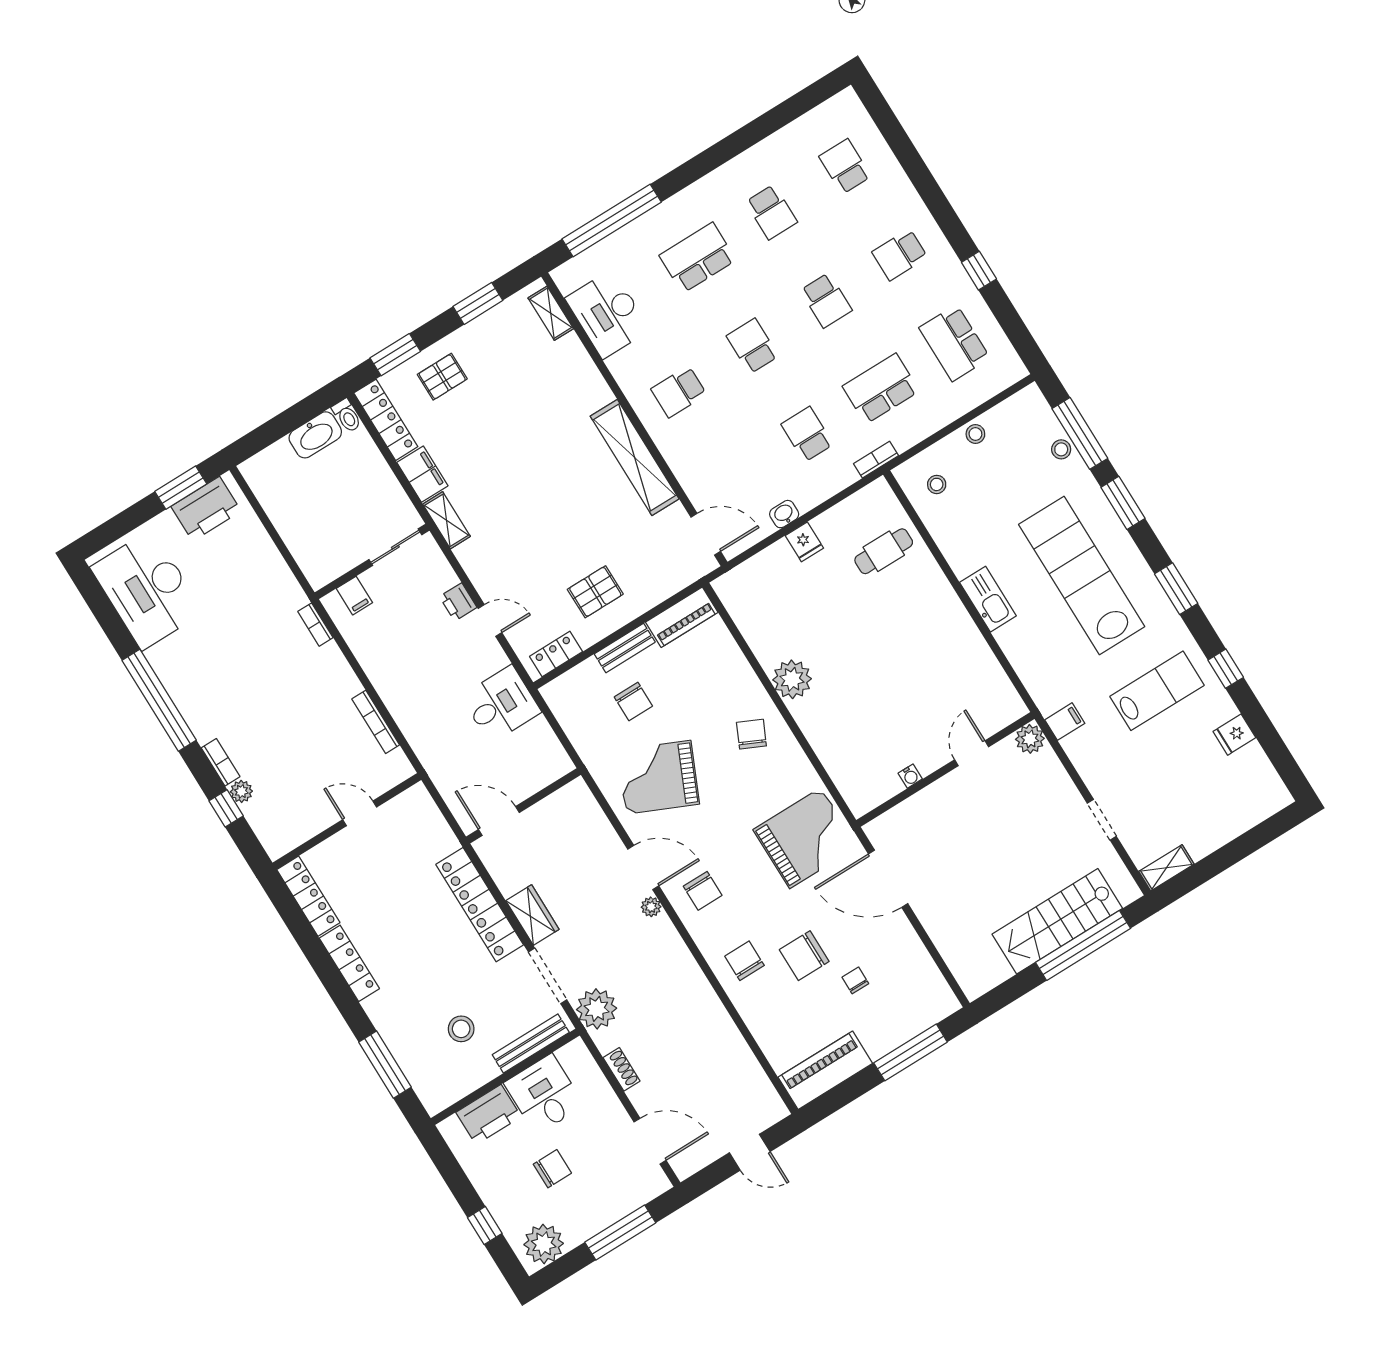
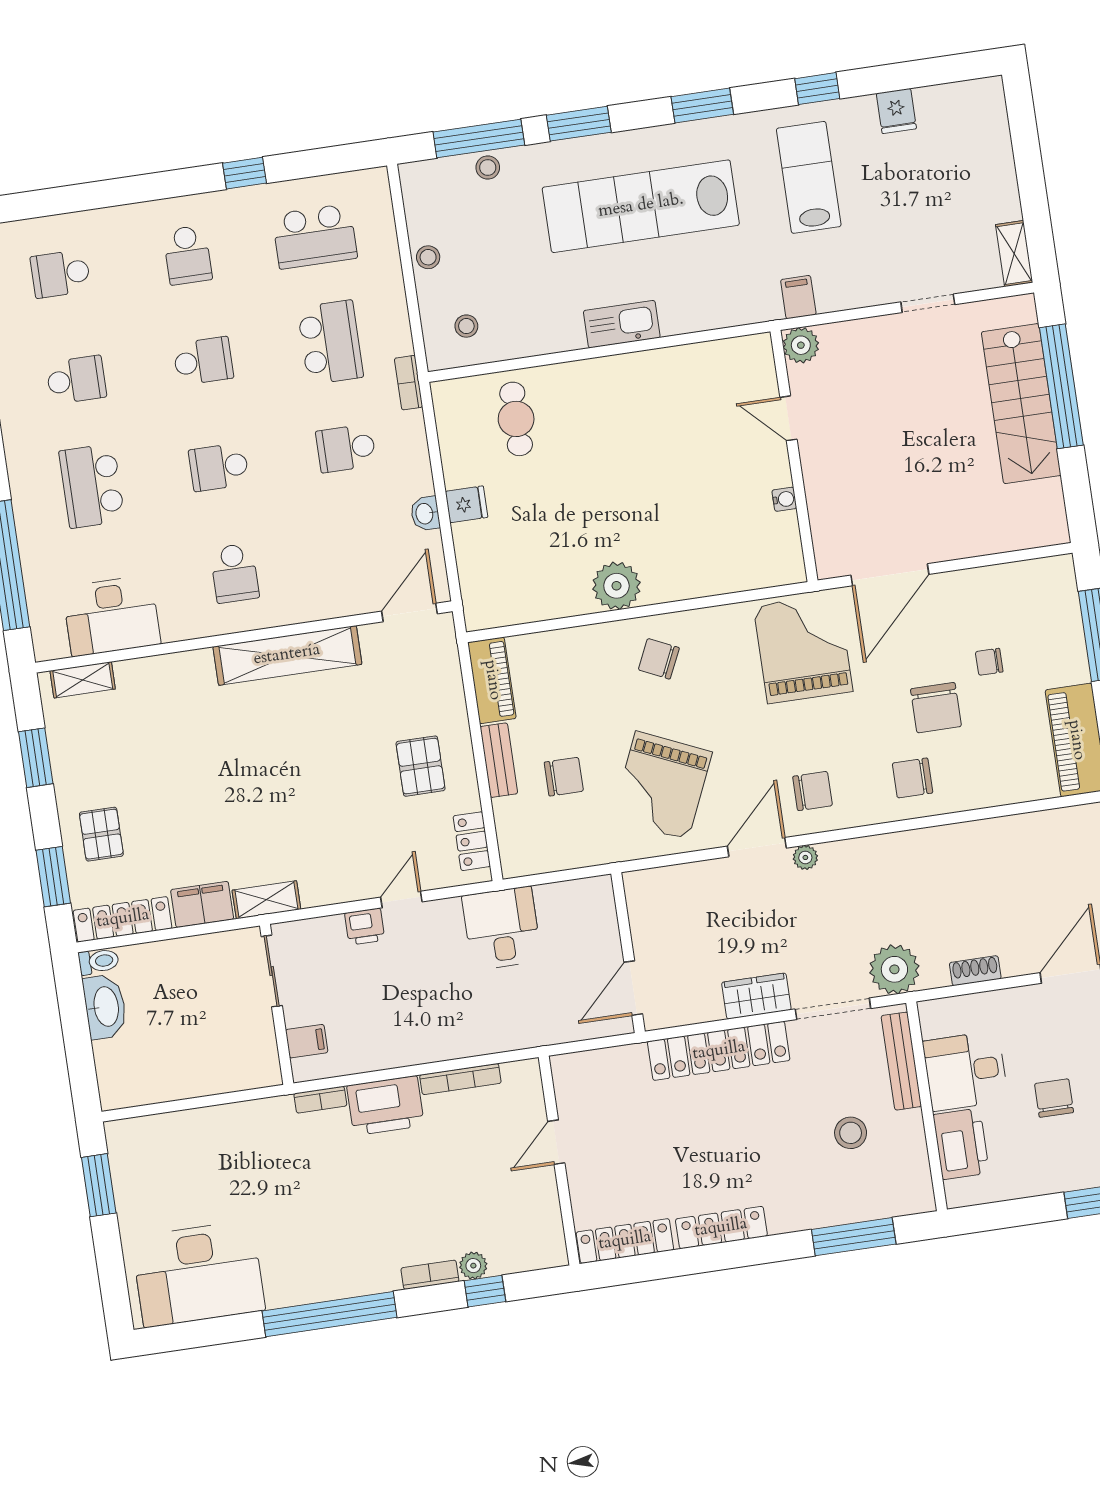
school desk: (881, 389) -> (330, 342), turned 180
printer: (206, 509) -> (385, 1106), moved, turned 90

